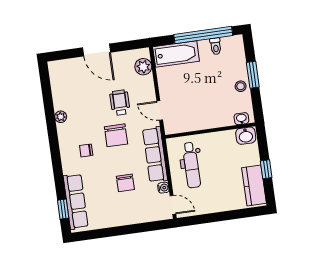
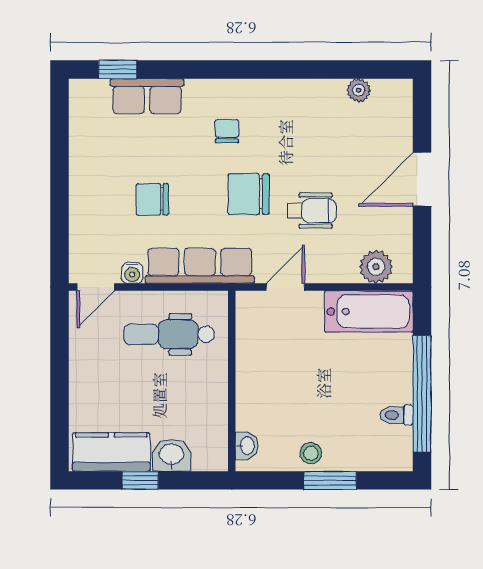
bathtub: (176, 54) -> (369, 312), moved, turned -90
plant: (61, 117) -> (359, 90), moved
washbasin: (246, 136) -> (172, 455), moved, turned 90
row of seats: (76, 201) -> (147, 96), width x0.68

